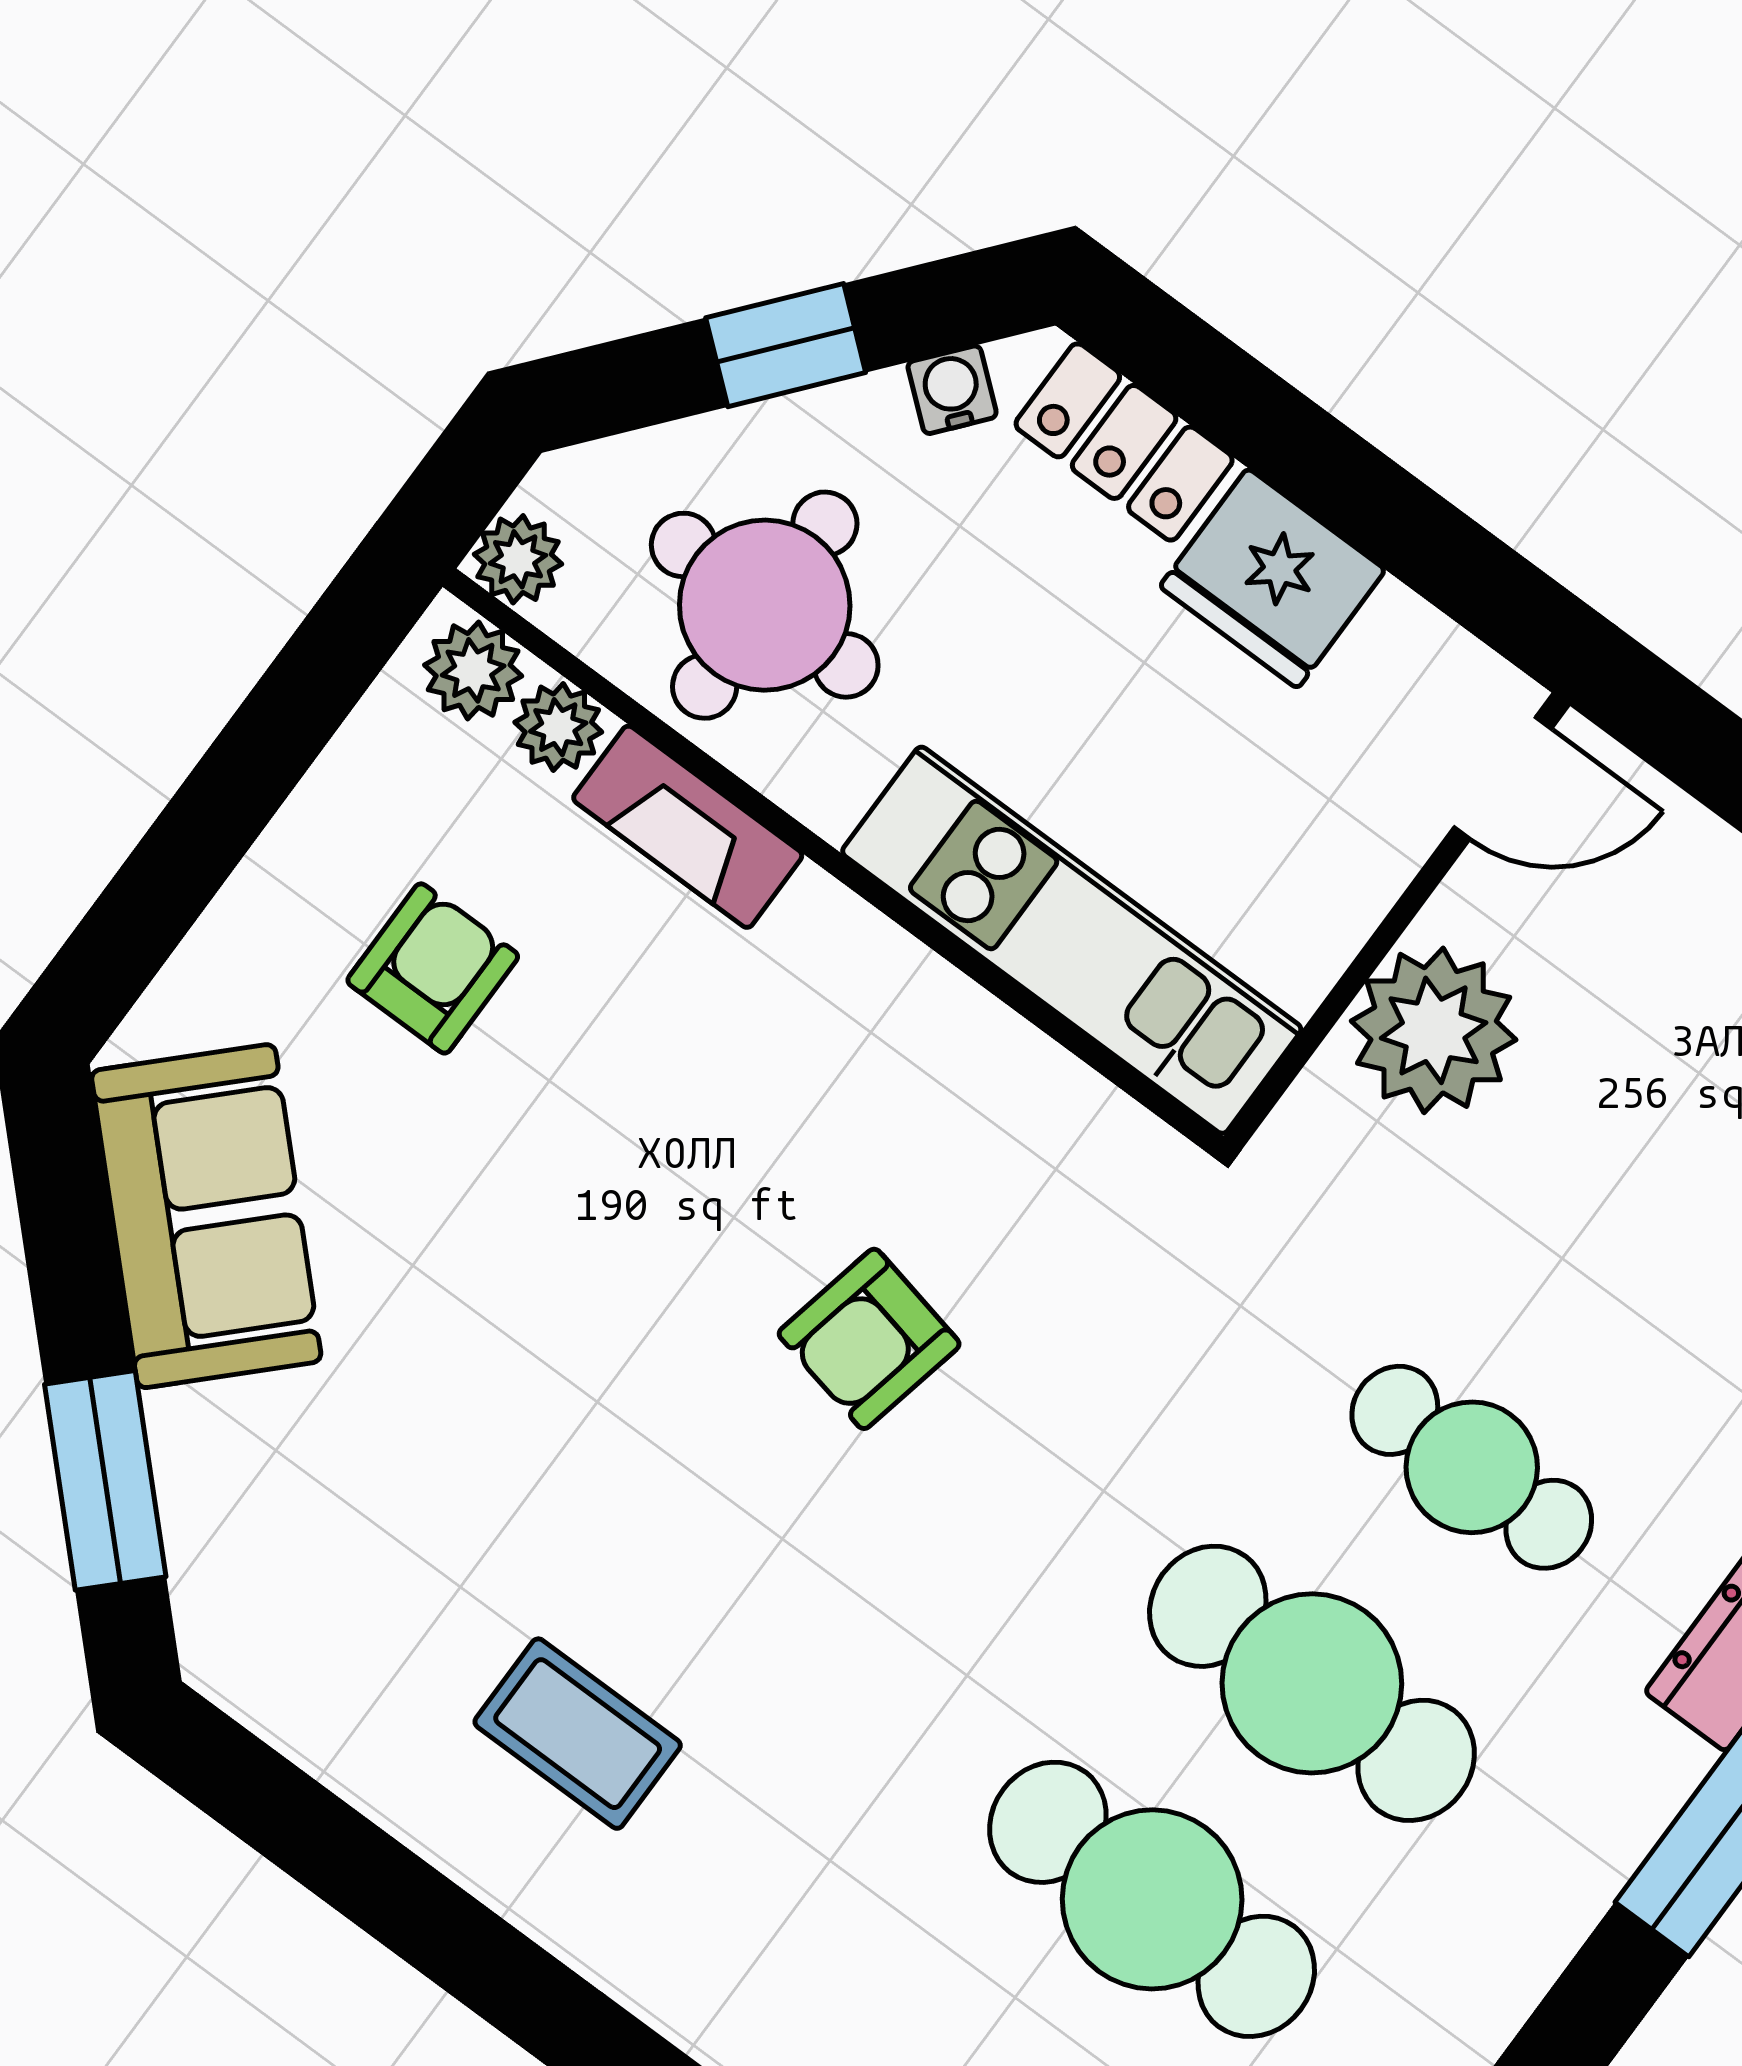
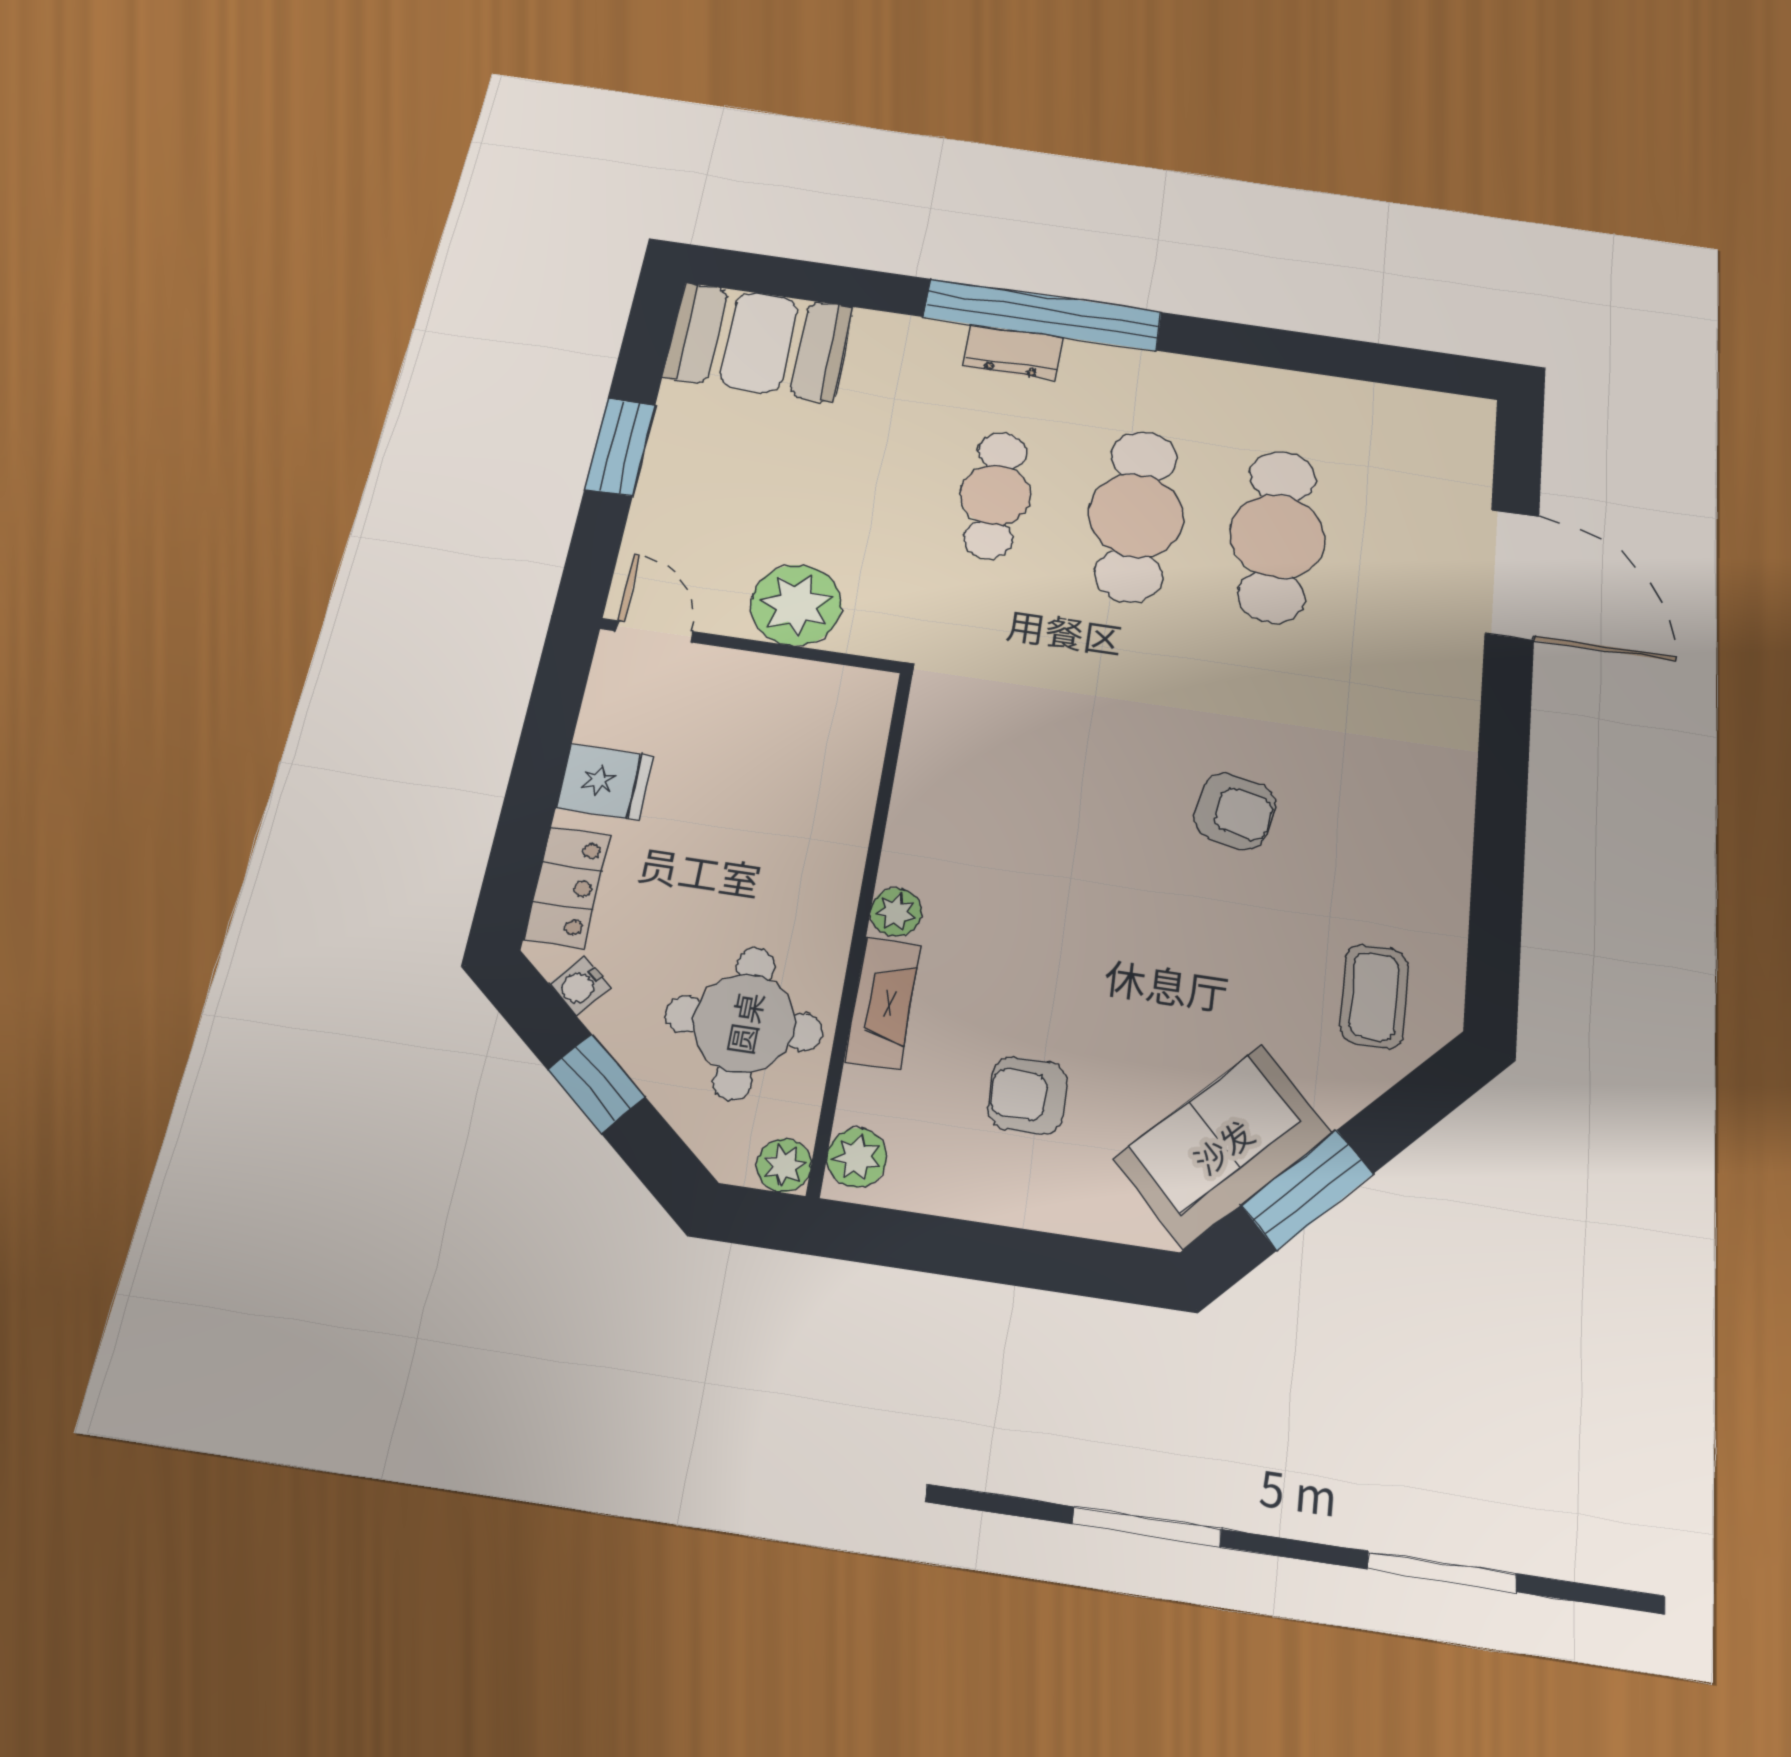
fridge: (1273, 578) -> (605, 782), width x0.72
plant: (558, 727) -> (896, 912), moved
kitchen unit: (1072, 940) -> (841, 788), removed
armchair: (869, 1339) -> (1235, 811), moved
window: (105, 1480) -> (1307, 1190), moved
coffee table: (578, 1734) -> (1374, 996), moved

